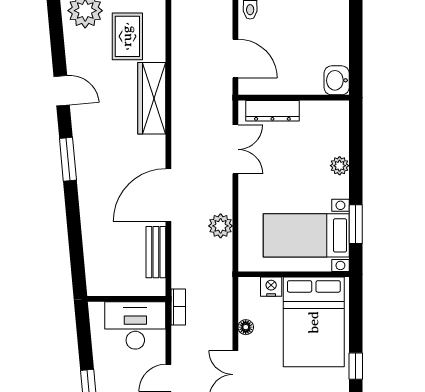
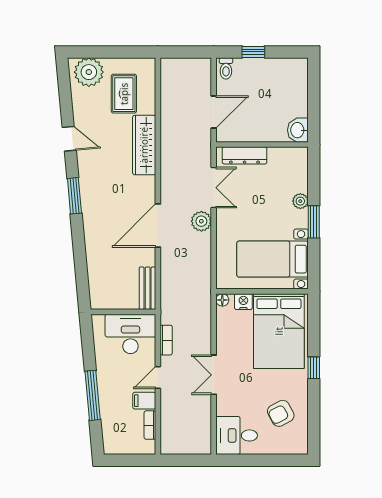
door: (235, 59) -> (214, 112), hinge flipped
window: (356, 224) -> (314, 222), moved
plant: (221, 226) -> (201, 221), moved
bench: (156, 252) -> (148, 288), moved
bookcase: (178, 307) -> (166, 340), moved
floor lamp: (246, 327) -> (222, 300), moved

